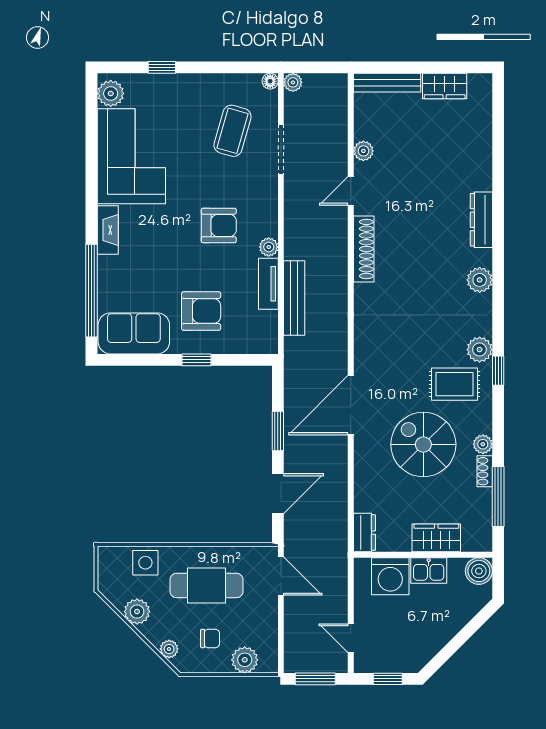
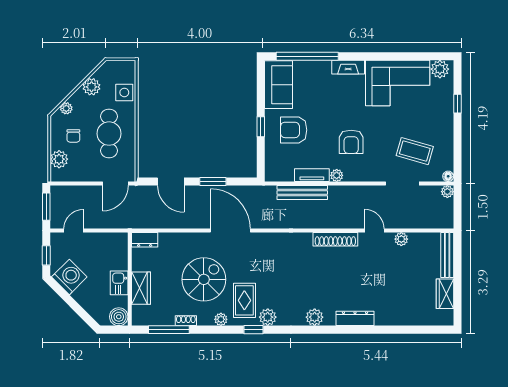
armchair: (201, 311) -> (294, 130), turned 90
plant: (483, 444) -> (221, 319), moved
washing machine: (390, 576) -> (69, 277), moved, turned 135

